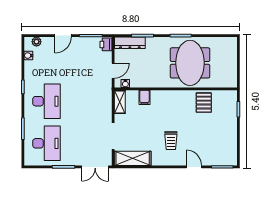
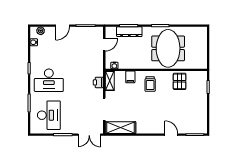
dresser: (130, 43) -> (129, 32), moved
printer: (106, 44) -> (98, 82), moved
door: (113, 71) -> (104, 45), moved
desk: (46, 101) -> (49, 80), turned 90
trolley: (171, 141) -> (150, 84), moved

